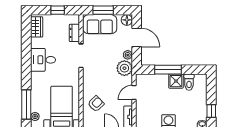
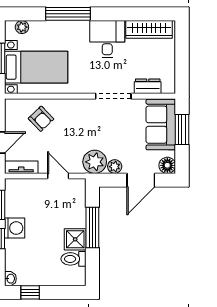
window: (58, 10) -> (182, 61), removed
wardrobe: (37, 27) -> (149, 29), width x1.50
window: (26, 105) -> (68, 14), moved

